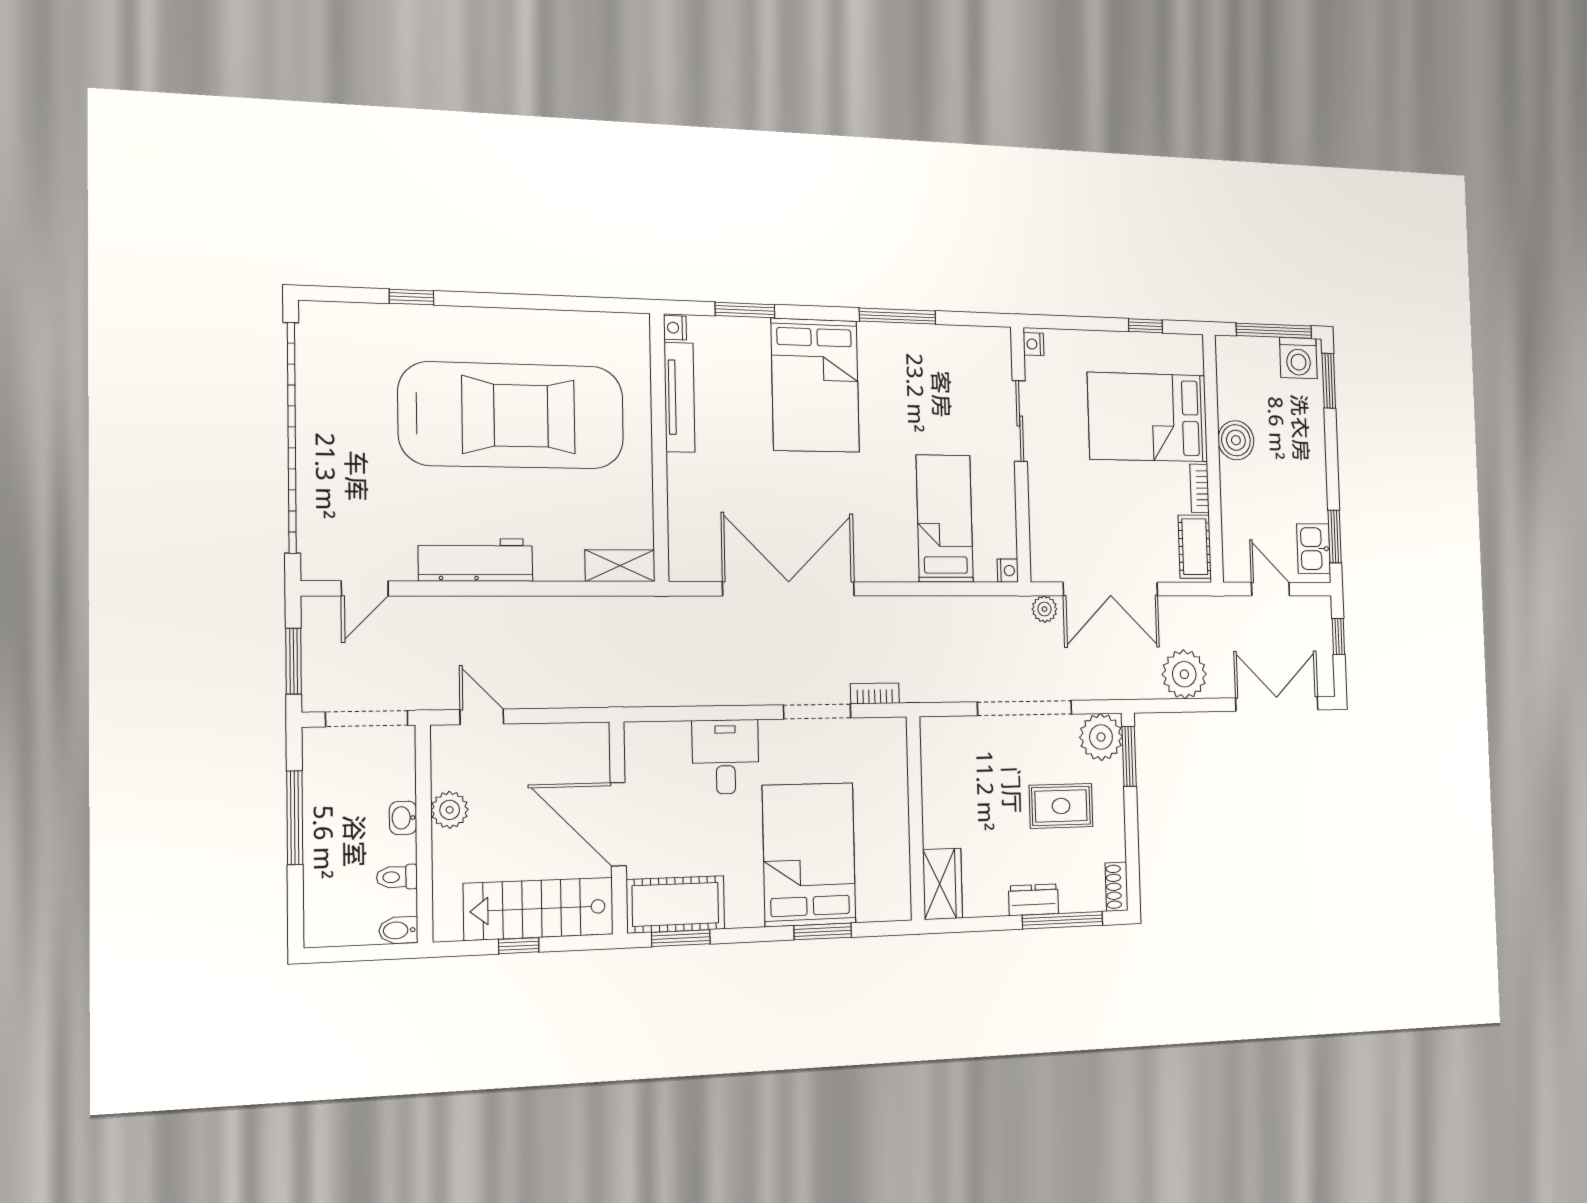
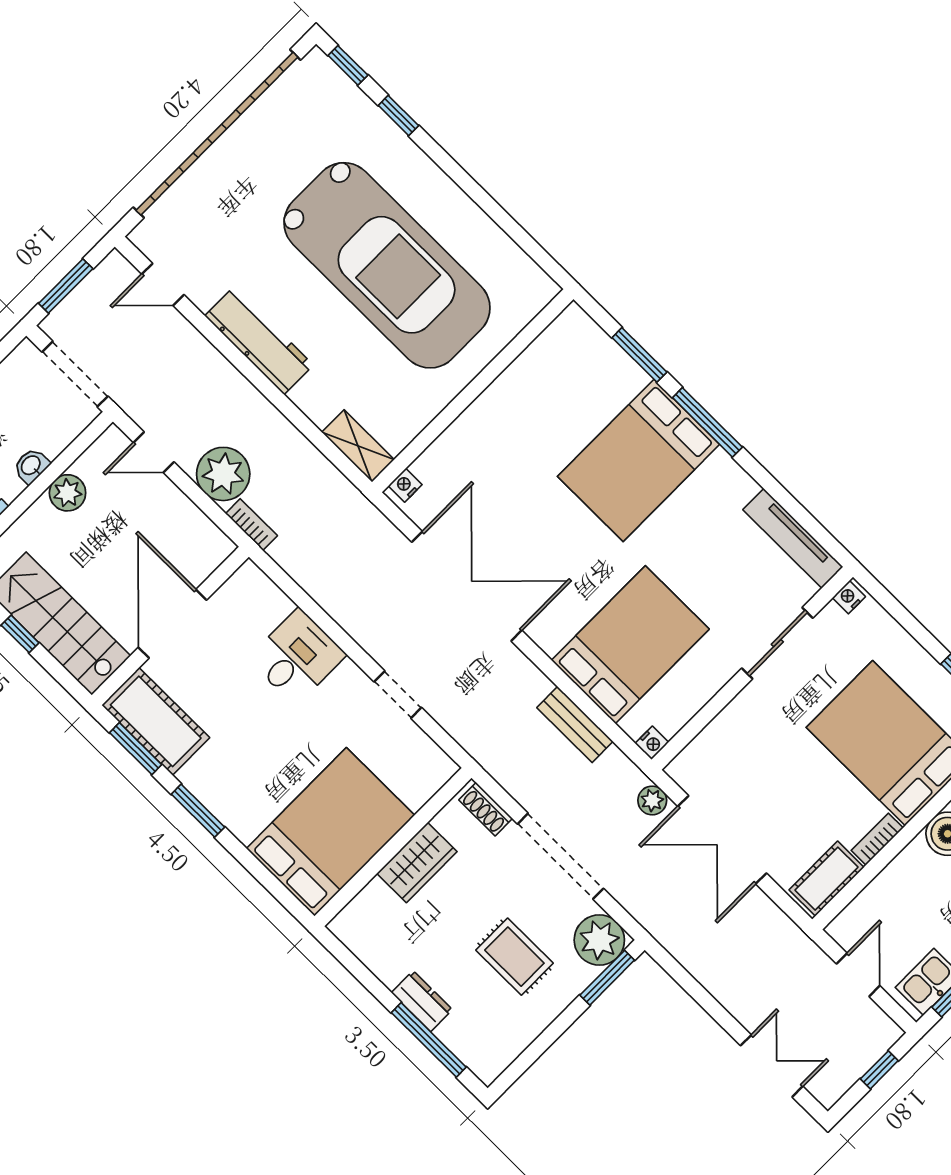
window: (338, 294) -> (348, 65), added
window: (898, 316) -> (707, 422), moved
nightstand: (675, 328) -> (405, 485), moved
tv unit: (679, 397) -> (793, 538), moved, turned 90
bed: (945, 519) -> (630, 645), width x1.50
bench: (949, 610) -> (575, 725), added
plant: (1184, 674) -> (223, 474), moved
bookcase: (875, 693) -> (251, 525), moved
double door: (1277, 704) -> (772, 1066), width x0.73
doorway: (817, 711) -> (398, 695), width x0.73
door: (482, 717) -> (154, 452), swing flipped
bed: (809, 854) -> (330, 832), moved
wardrobe: (943, 884) -> (417, 863), moved
shoe rack: (1117, 887) -> (486, 809), moved, turned -90
window: (823, 931) -> (198, 811), moved

